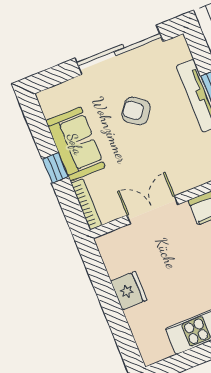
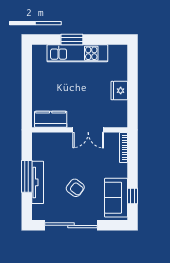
sofa: (75, 144) -> (116, 198), moved
window: (55, 168) -> (132, 196), moved

